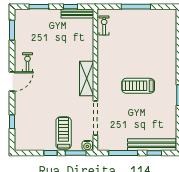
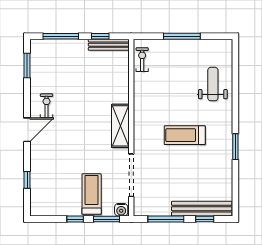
window: (39, 7) -> (61, 36), width x1.44
weight bench: (161, 45) -> (213, 84), added

